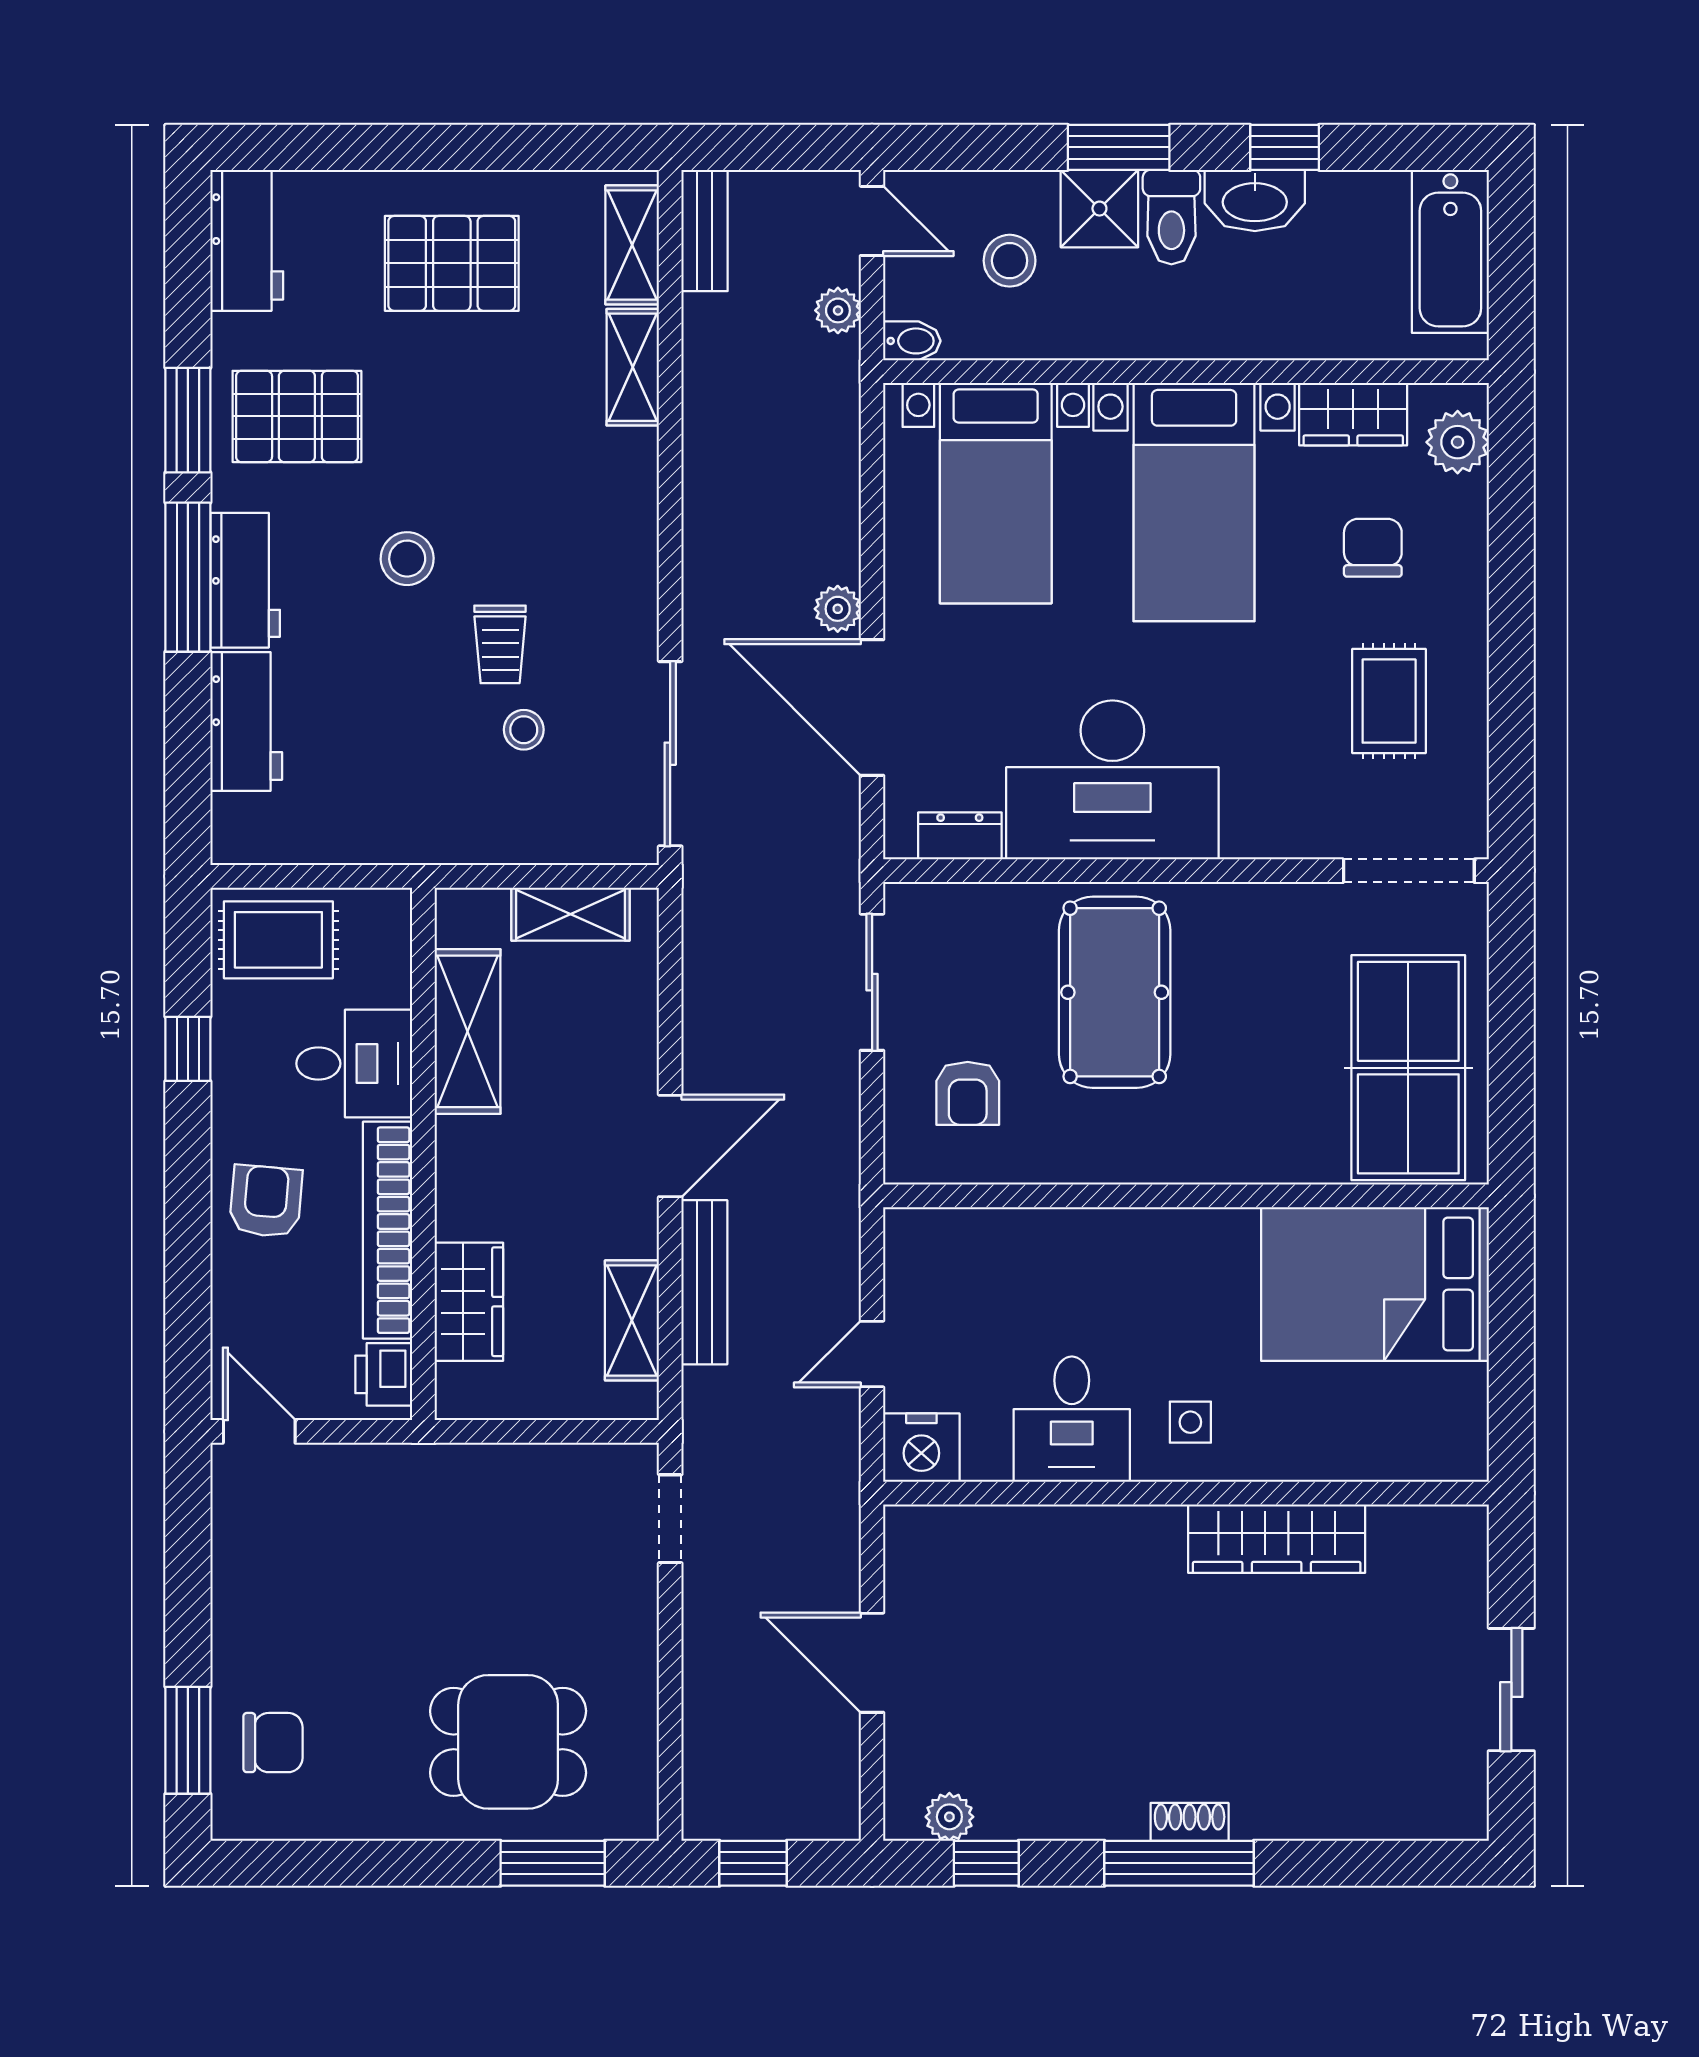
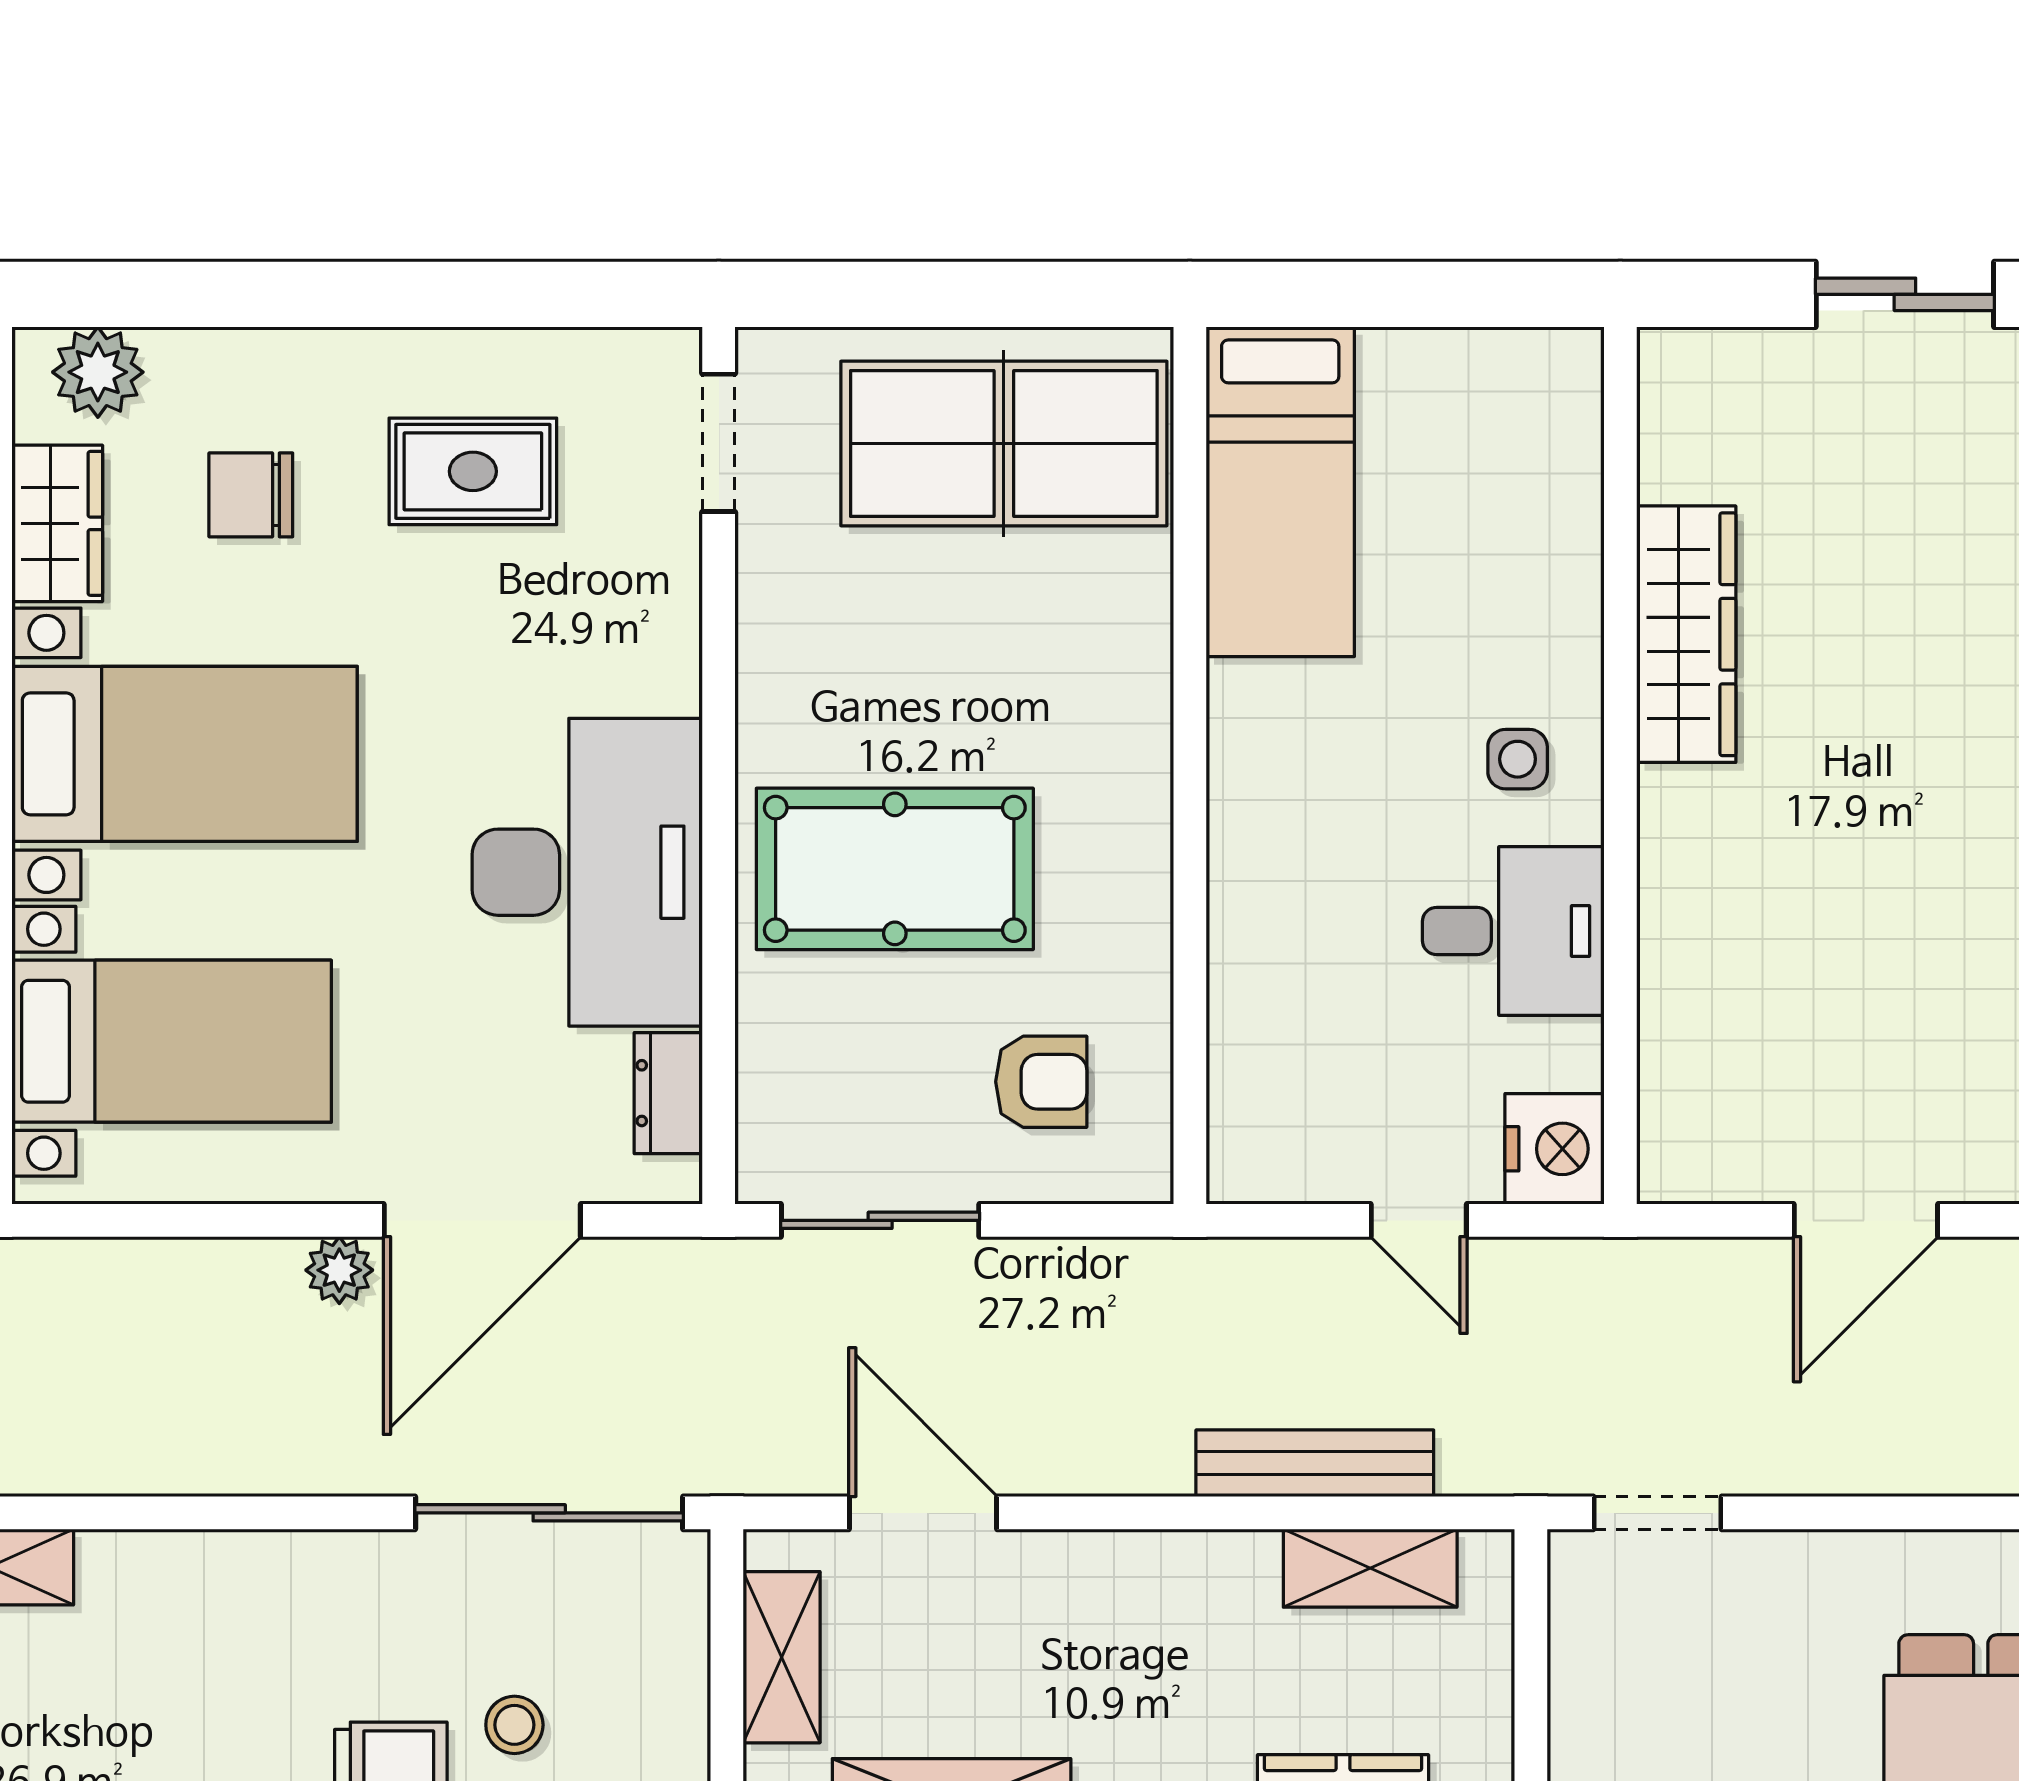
doorway: (1409, 871) -> (719, 443), width x0.73
door: (670, 1146) -> (923, 1513), moved
bed: (1375, 1284) -> (1280, 492), width x0.67

